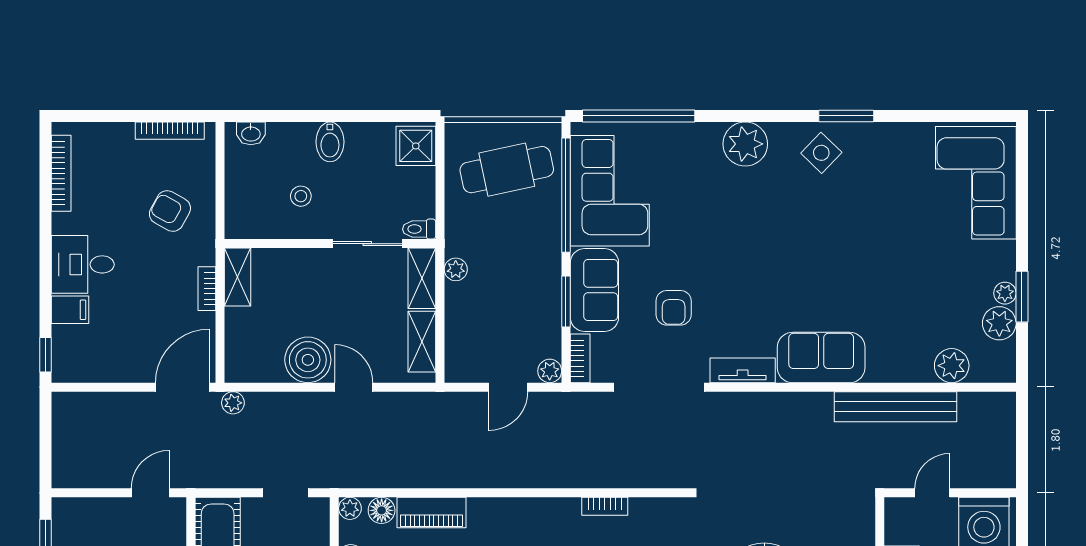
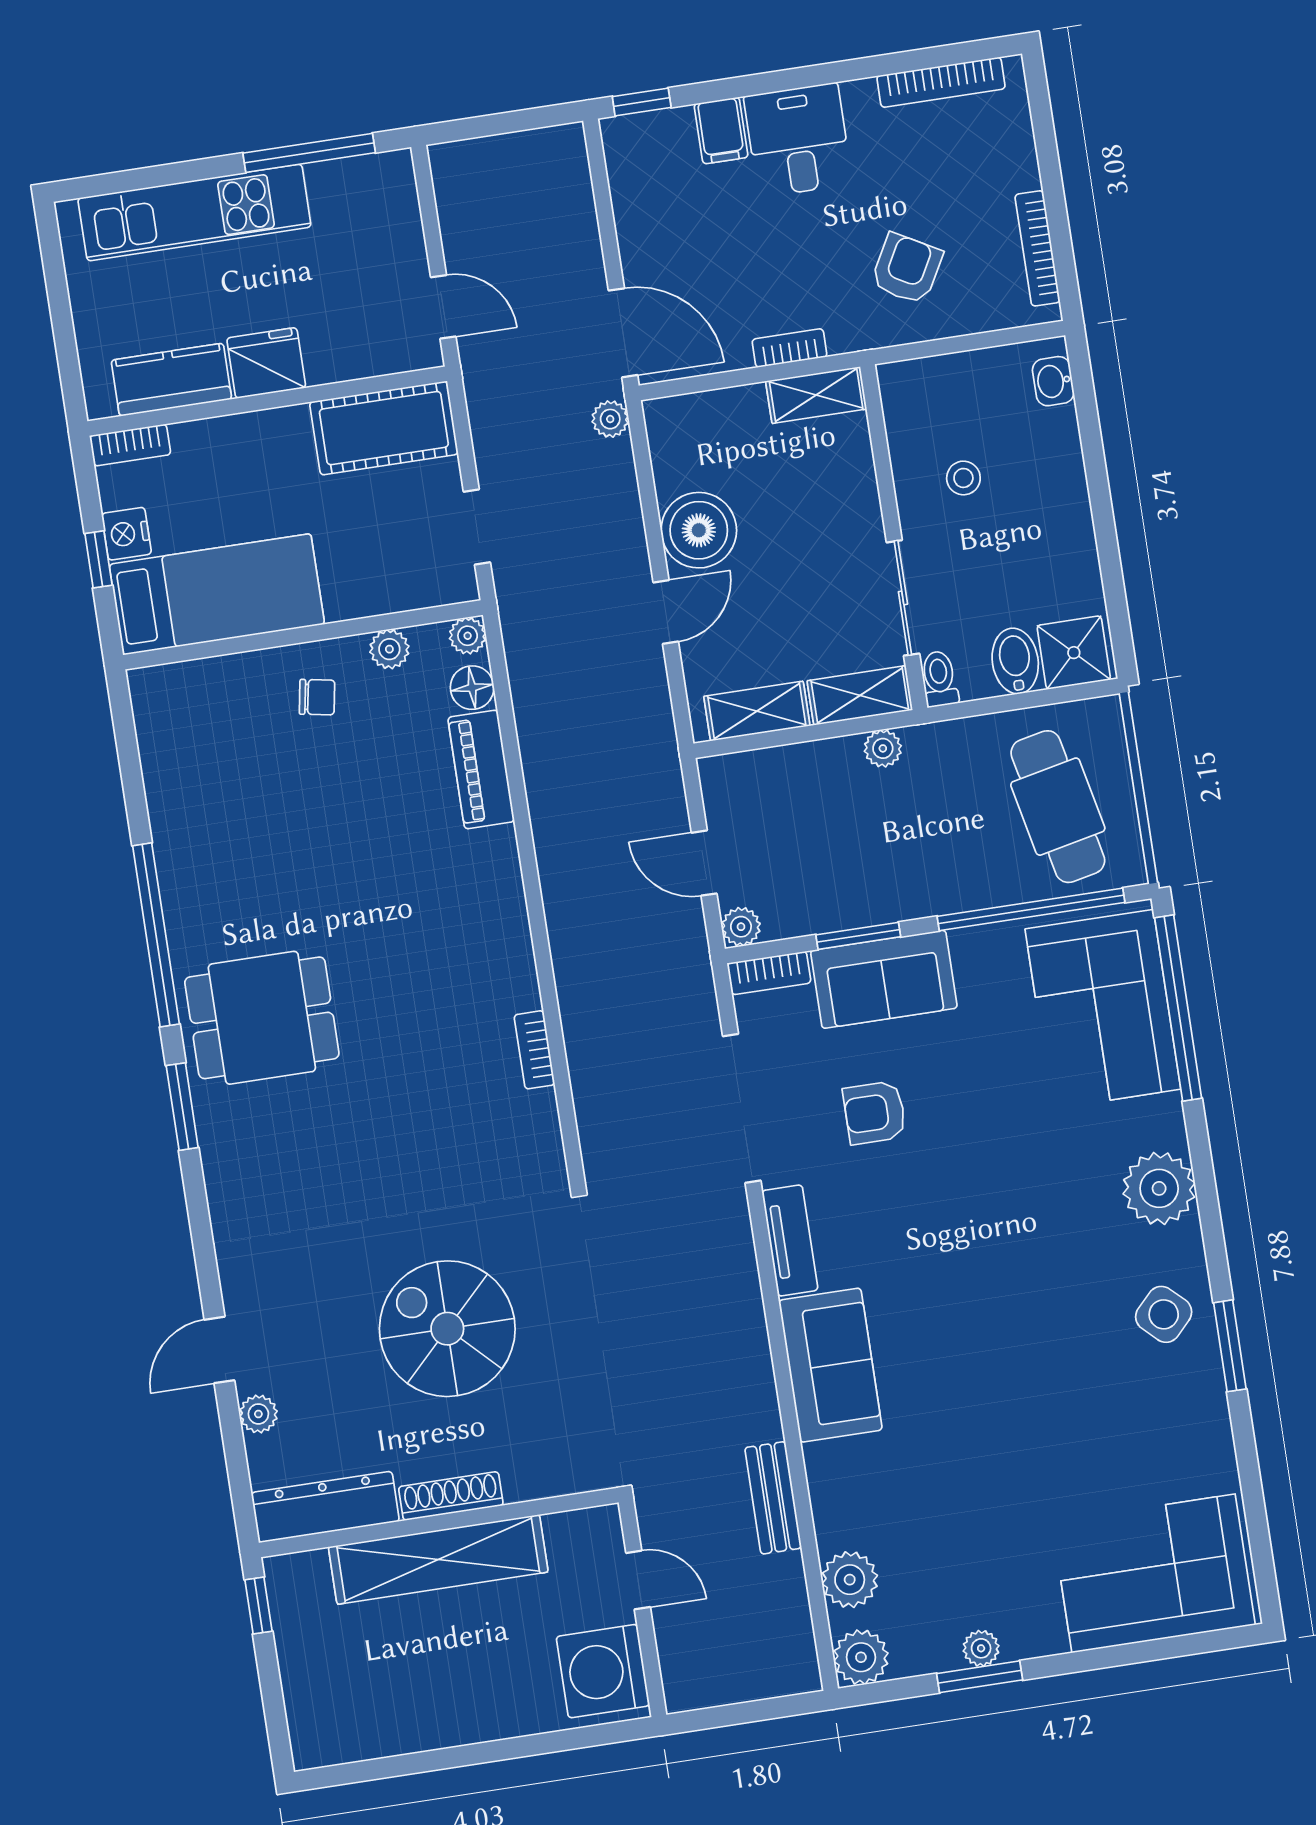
bidet: (330, 142) -> (1015, 661), moved, turned 90
corner sofa: (610, 191) -> (1103, 1009), moved, turned 90
plant: (999, 323) -> (861, 1657), moved
bench: (896, 407) -> (773, 1498), width x0.54, depth x0.82

